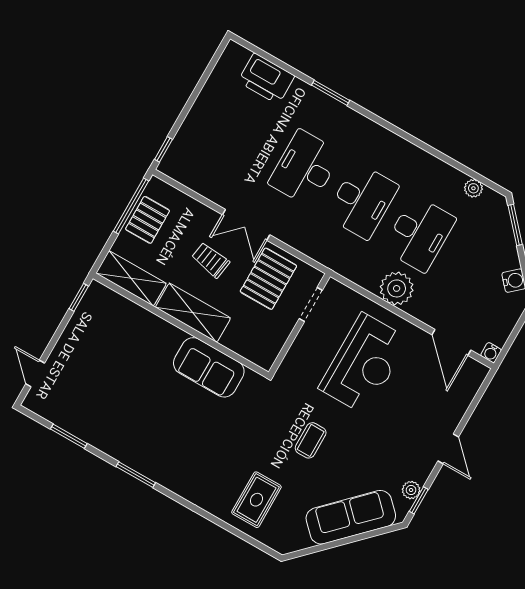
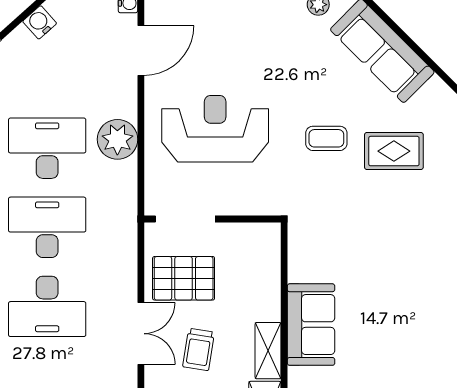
doorway: (311, 305) -> (185, 219), width x1.38
shelving: (193, 313) -> (268, 351), width x0.67, depth x0.75
sofa: (209, 367) -> (311, 325), moved
rug: (256, 500) -> (394, 151), moved

